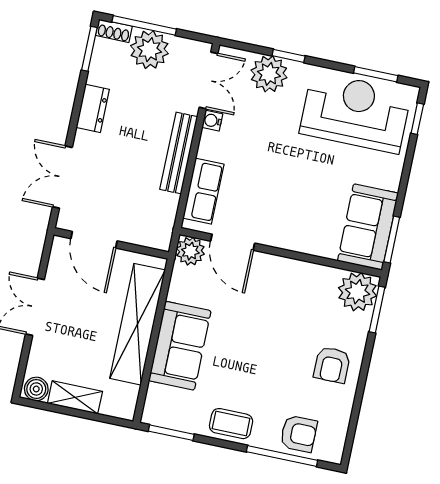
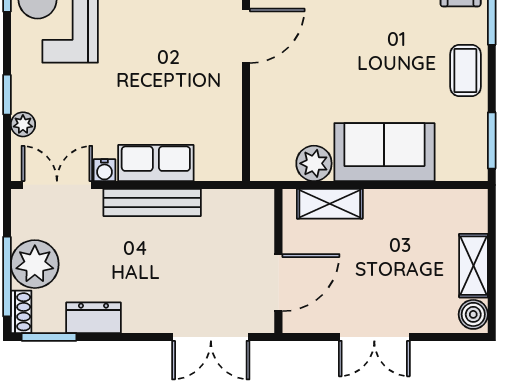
plant: (269, 74) -> (23, 124), width x0.53, depth x0.53
dresser: (93, 108) -> (94, 318), moved
row of seats: (203, 191) -> (156, 163), moved
door: (233, 242) -> (246, 36), moved
plant: (190, 251) -> (314, 163), moved
shelving: (138, 324) -> (330, 204), width x0.45, depth x0.75

